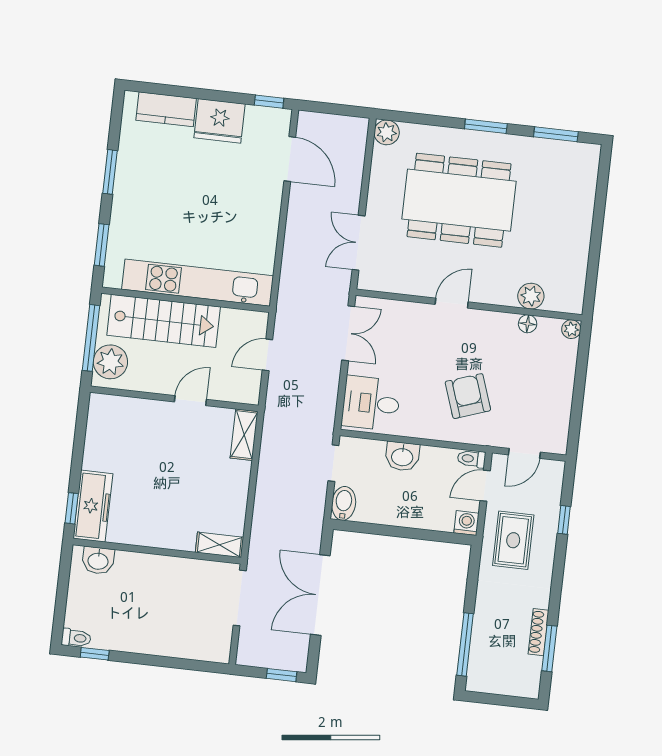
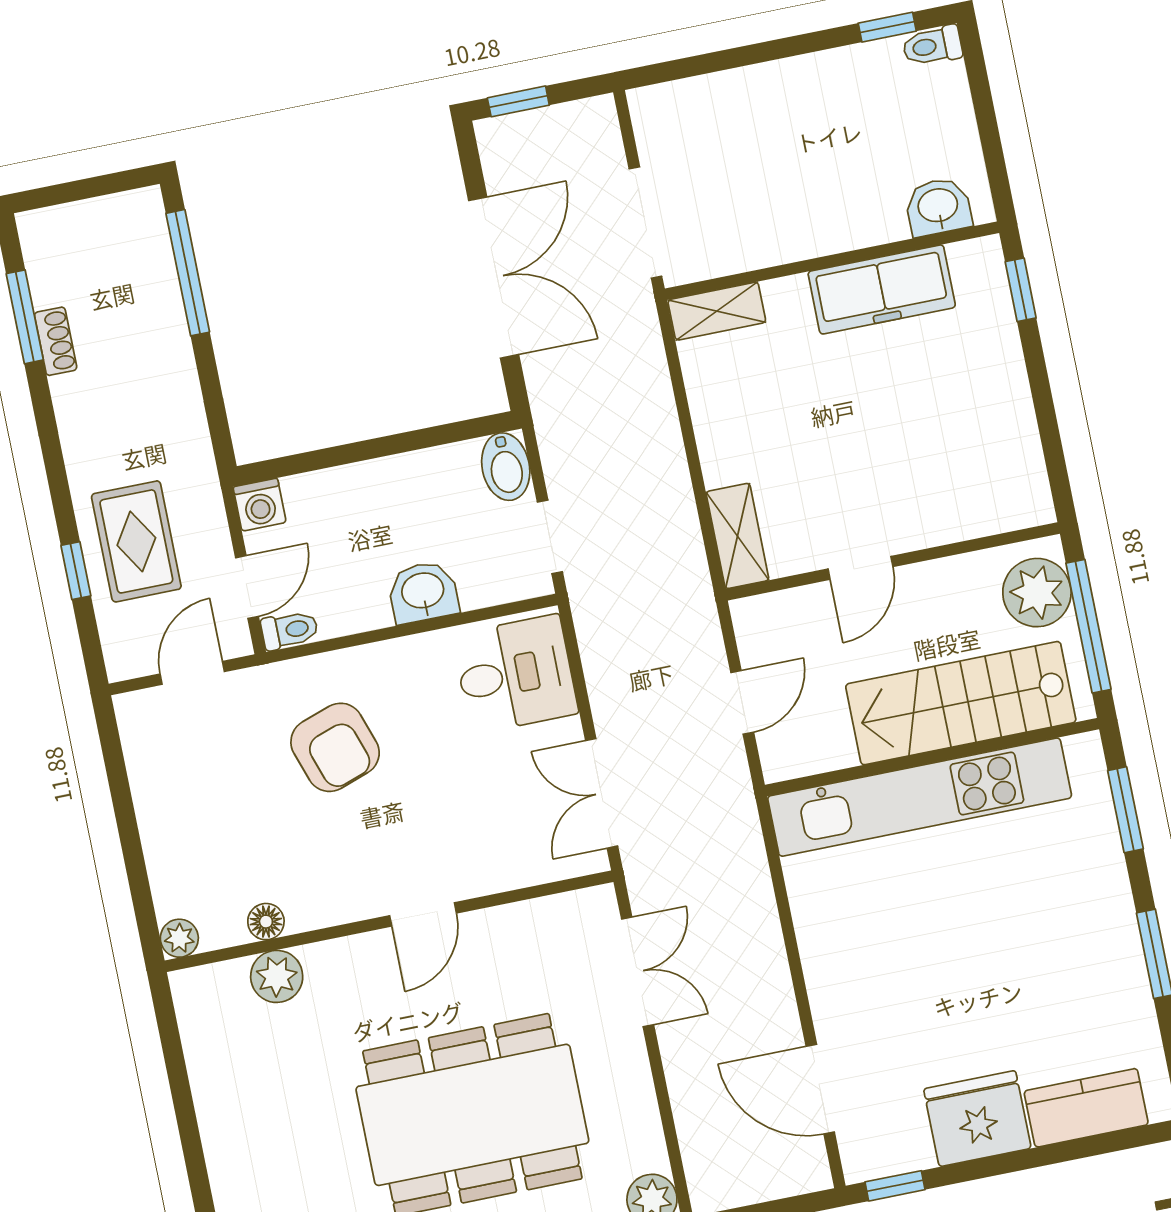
freezer: (93, 506) -> (882, 289), moved, turned -90
rug: (513, 540) -> (136, 541), moved
shoe rack: (538, 632) -> (56, 341), width x0.70

